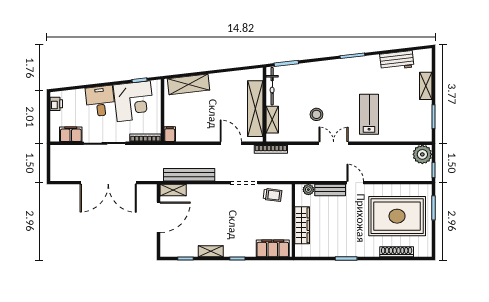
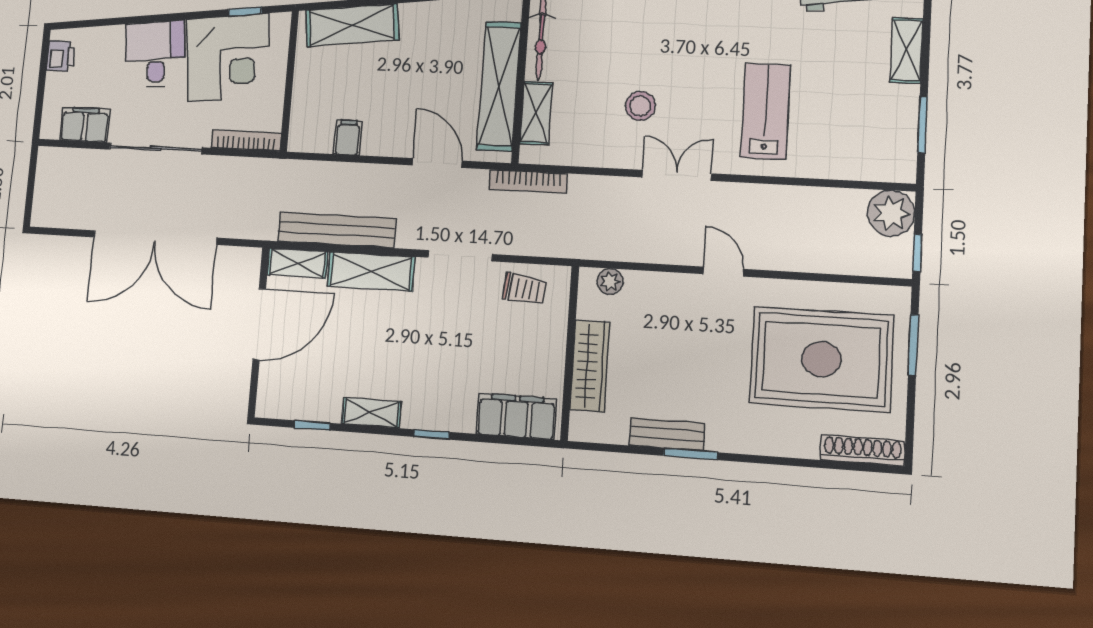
filing cabinet: (170, 134) -> (348, 137), moved
bench: (330, 190) -> (667, 434), moved
shelving: (206, 192) -> (371, 272), added
shoe rack: (397, 252) -> (863, 450), moved

